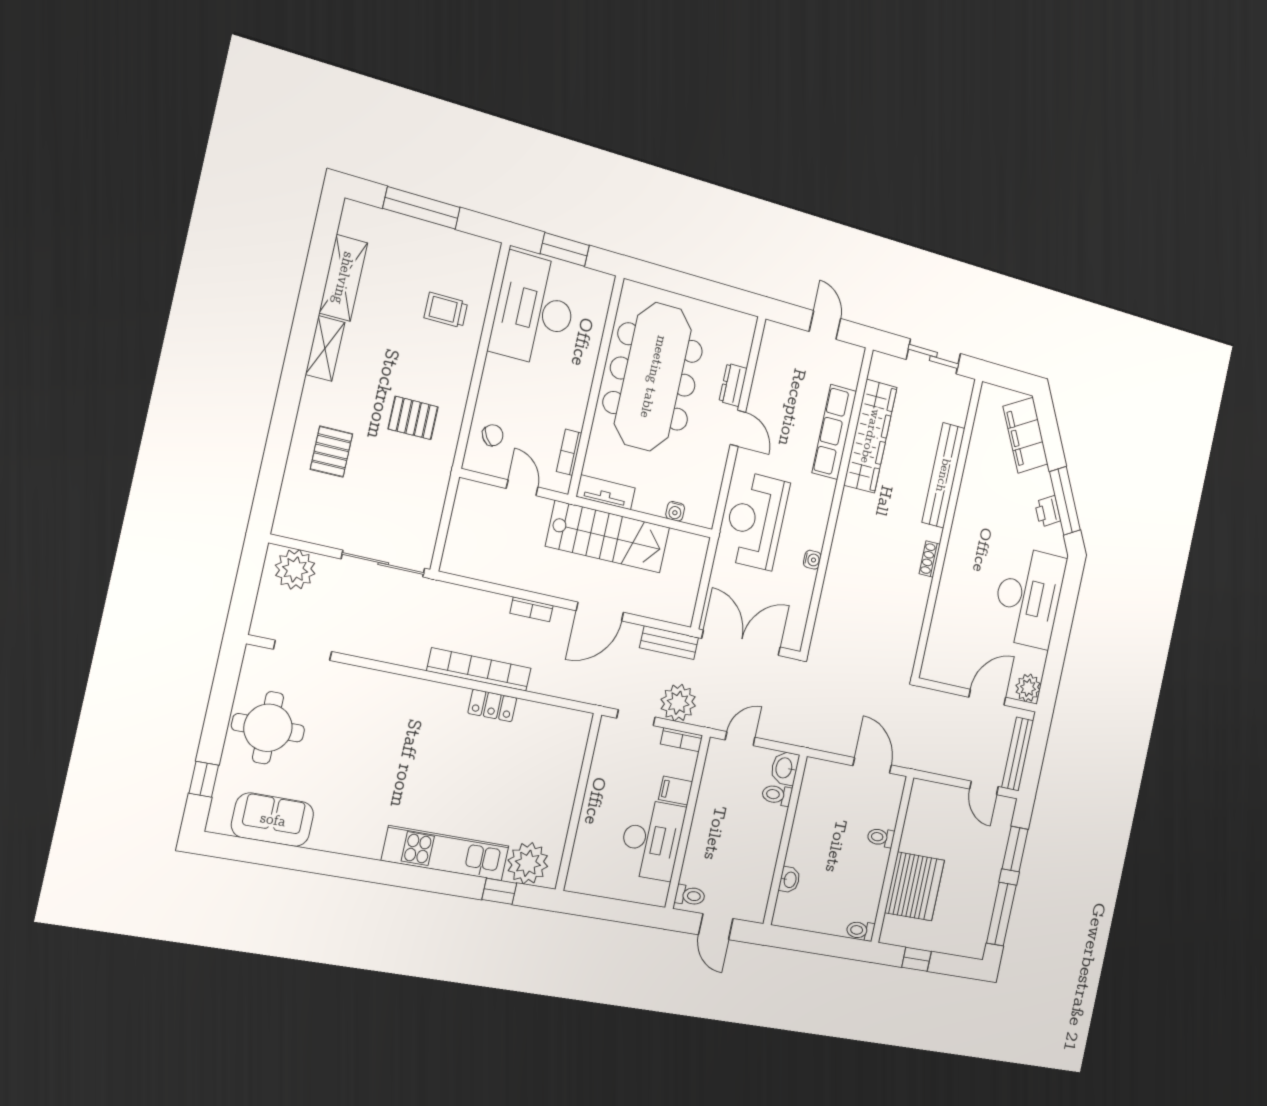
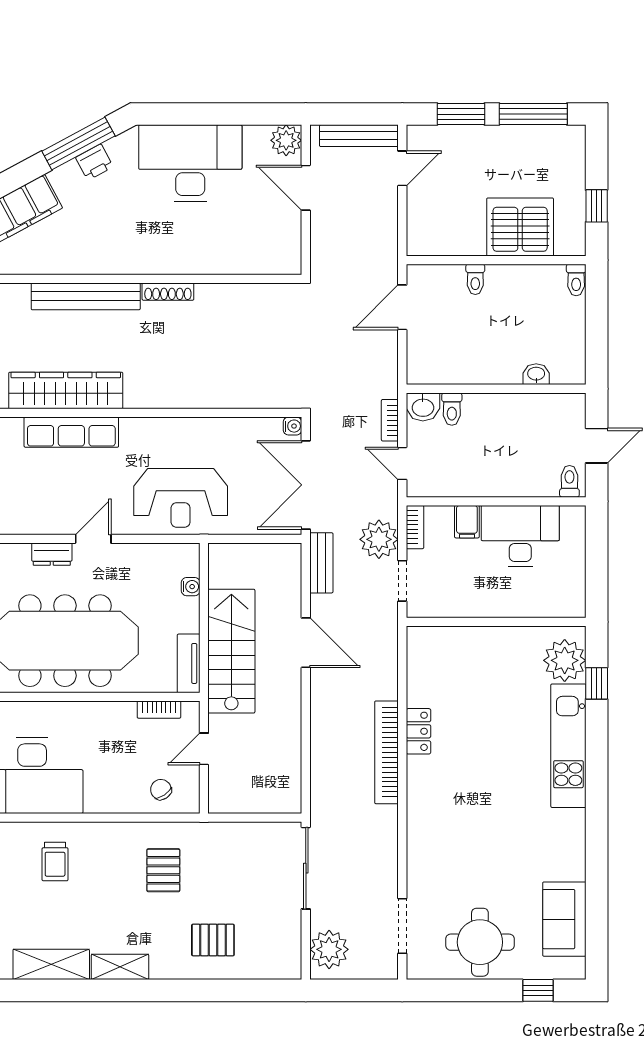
shoe rack: (930, 559) -> (168, 292), width x1.43
water cooler: (812, 560) -> (293, 426), moved, turned 90
bookcase: (532, 609) -> (390, 420), moved, turned 180

